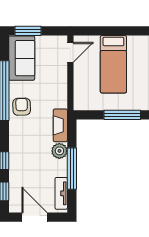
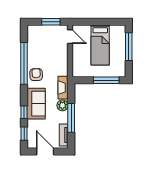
window: (28, 31) -> (51, 22), moved
door: (70, 52) -> (70, 37), hinge flipped
sofa: (22, 58) -> (36, 104), moved

